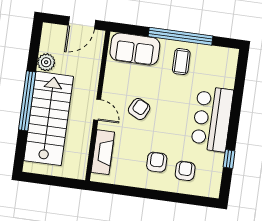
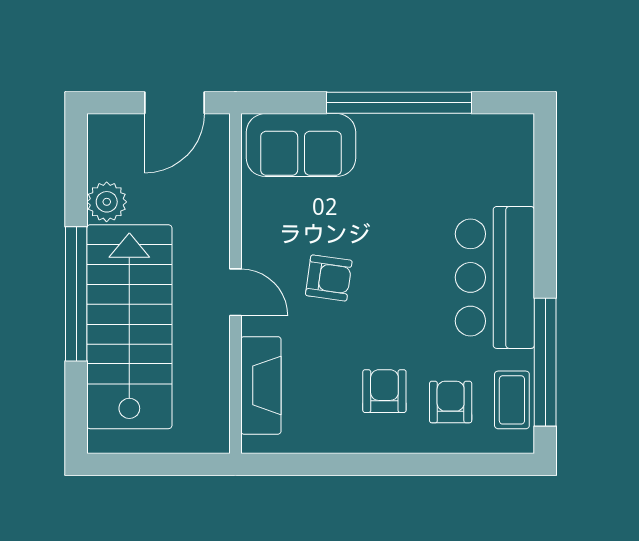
coffee table: (181, 62) -> (512, 400), moved
armchair: (139, 109) -> (329, 278), turned 71
window: (229, 159) -> (545, 362), width x3.17

